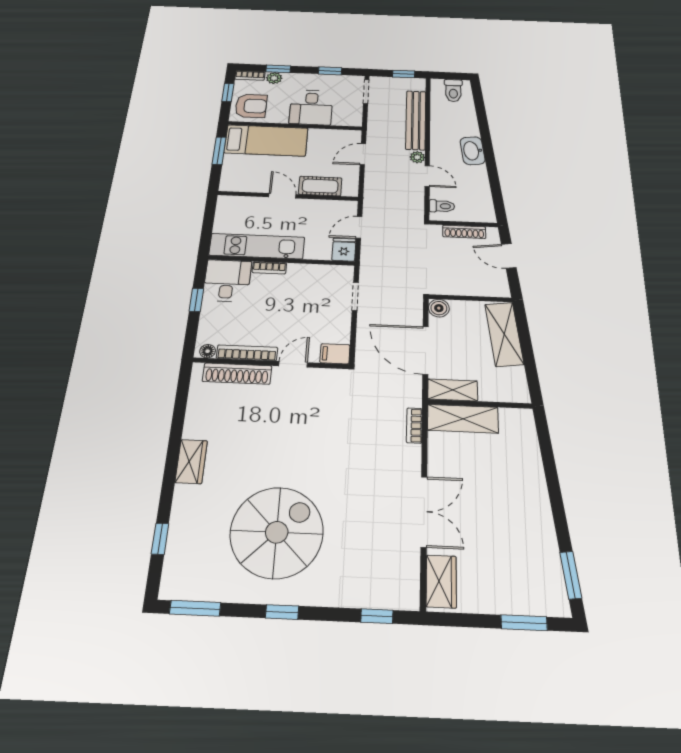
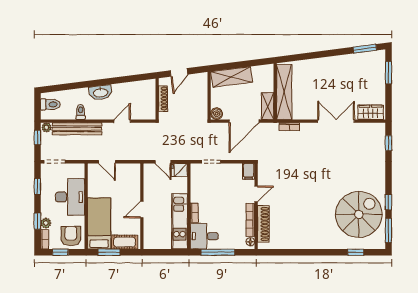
desk: (311, 107) -> (70, 197), width x1.37
plant: (417, 157) -> (47, 127), moved
cot: (320, 186) -> (125, 242), moved, turned 90
toilet: (442, 206) -> (81, 112), moved
window: (196, 300) -> (218, 252), width x2.17
door: (293, 364) -> (256, 194), swing flipped
shelving: (463, 419) -> (284, 92), width x1.47
wardrobe: (191, 462) -> (315, 242), removed
spiral stairs: (277, 532) -> (359, 214), moved, turned 90
window: (282, 612) -> (388, 202), moved

